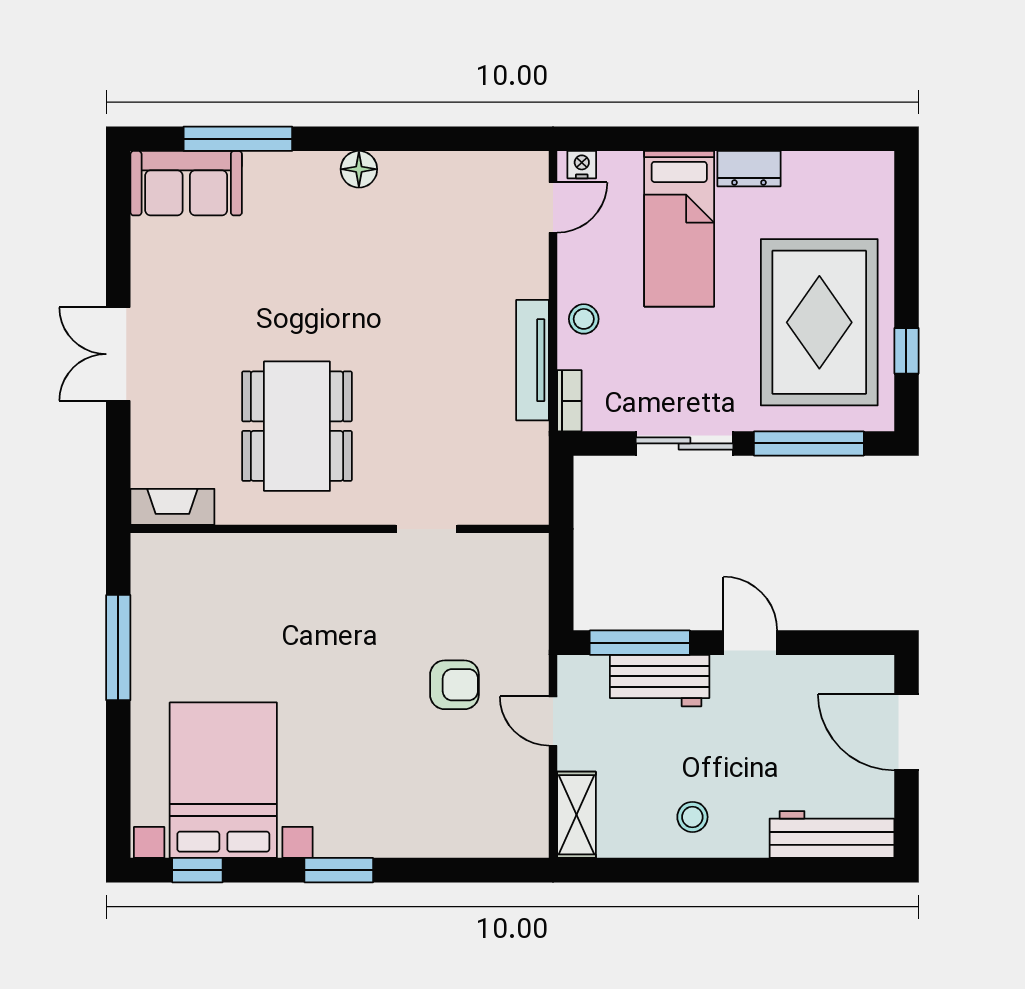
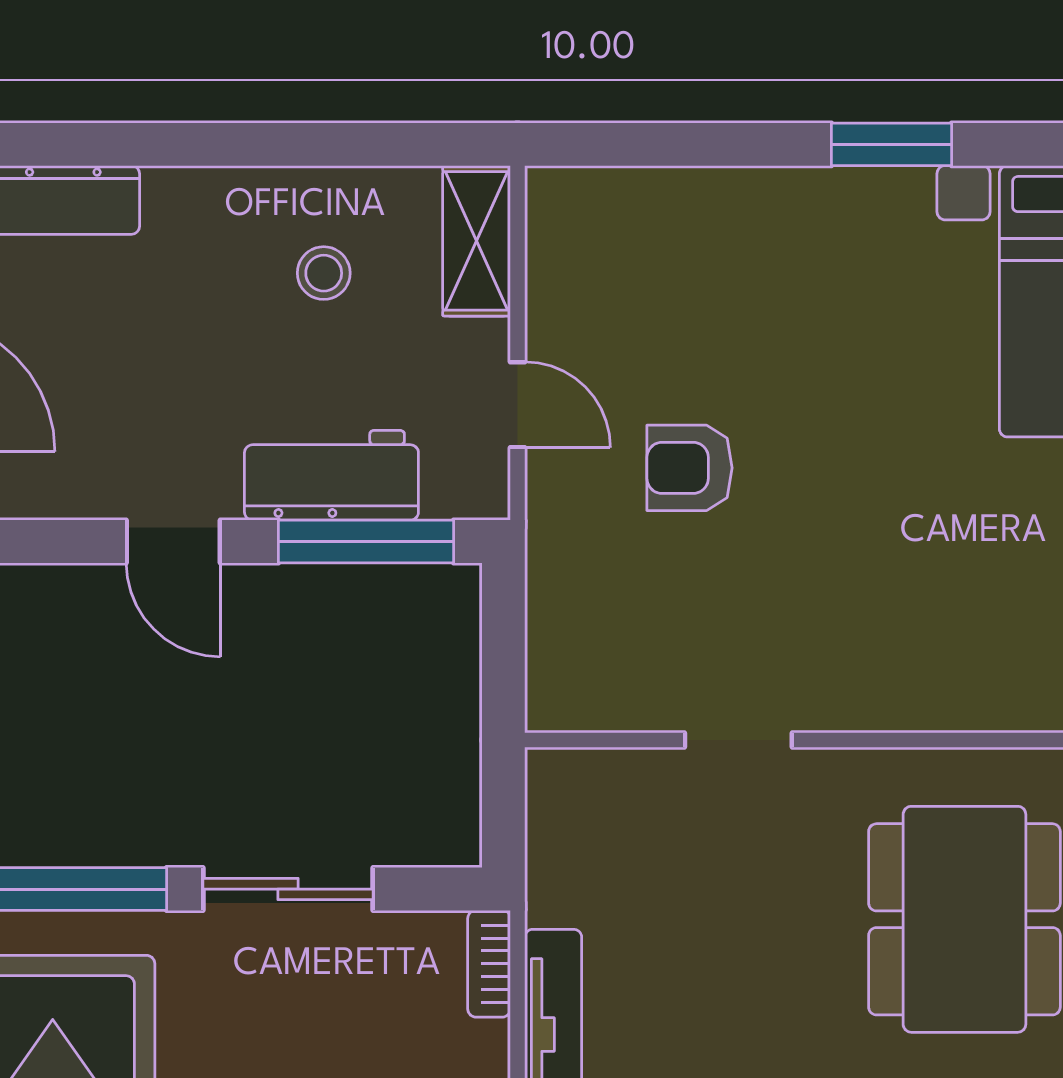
stool: (692, 817) -> (324, 273), moved

